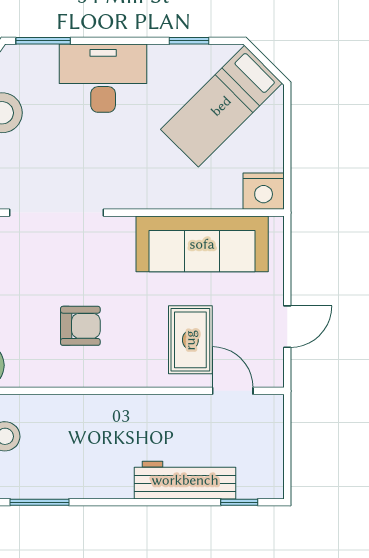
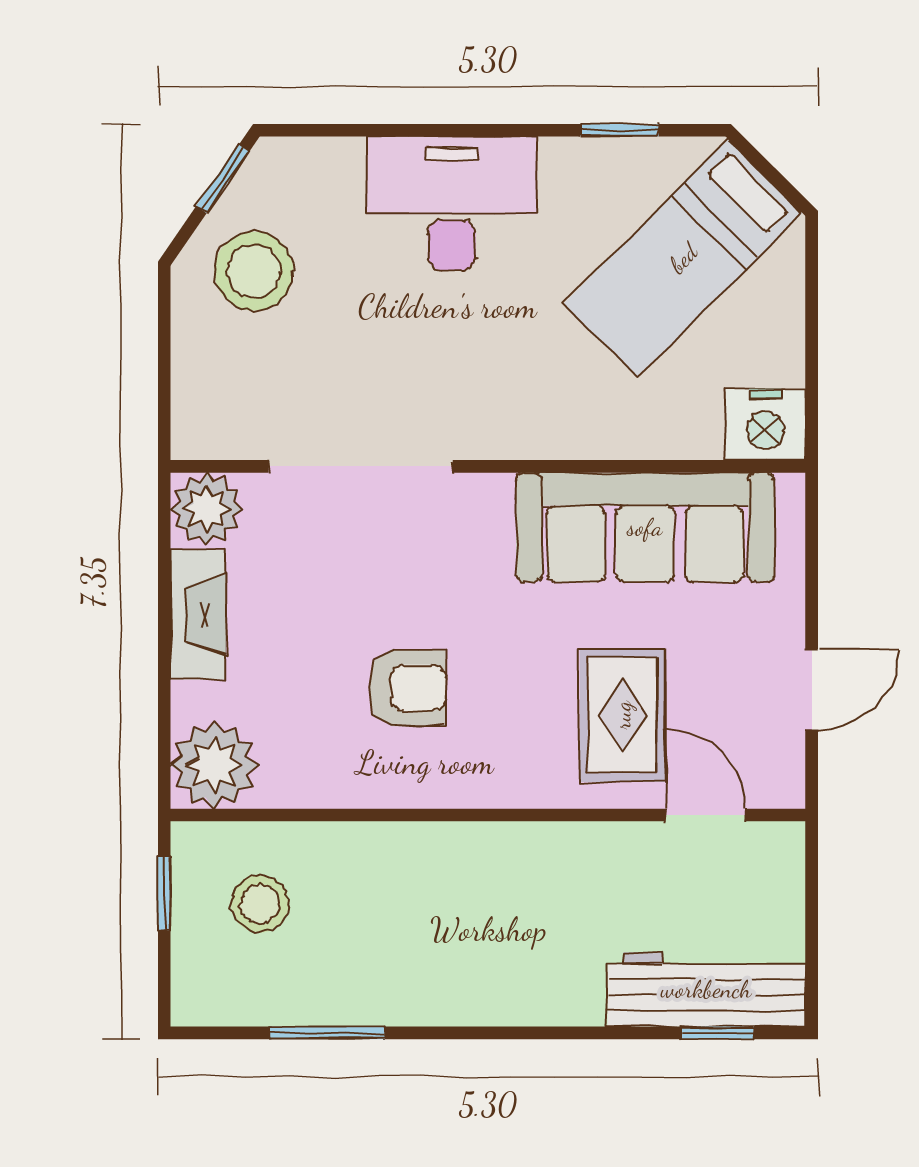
window: (43, 41) -> (334, 130), removed
workbench: (185, 480) -> (706, 989), moved

